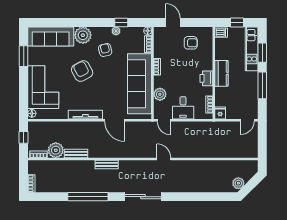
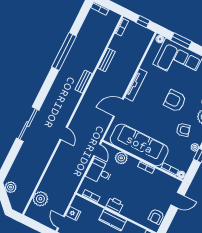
armchair: (191, 43) -> (156, 216), moved
armchair: (82, 71) -> (175, 101), turned -152
window: (24, 93) -> (181, 41), added
fridge: (220, 113) -> (73, 213), moved
door: (164, 120) -> (97, 150), swing flipped
plant: (56, 150) -> (40, 199), moved
door: (164, 159) -> (64, 133), hinge flipped
sliding door: (143, 197) -> (28, 124), moved

